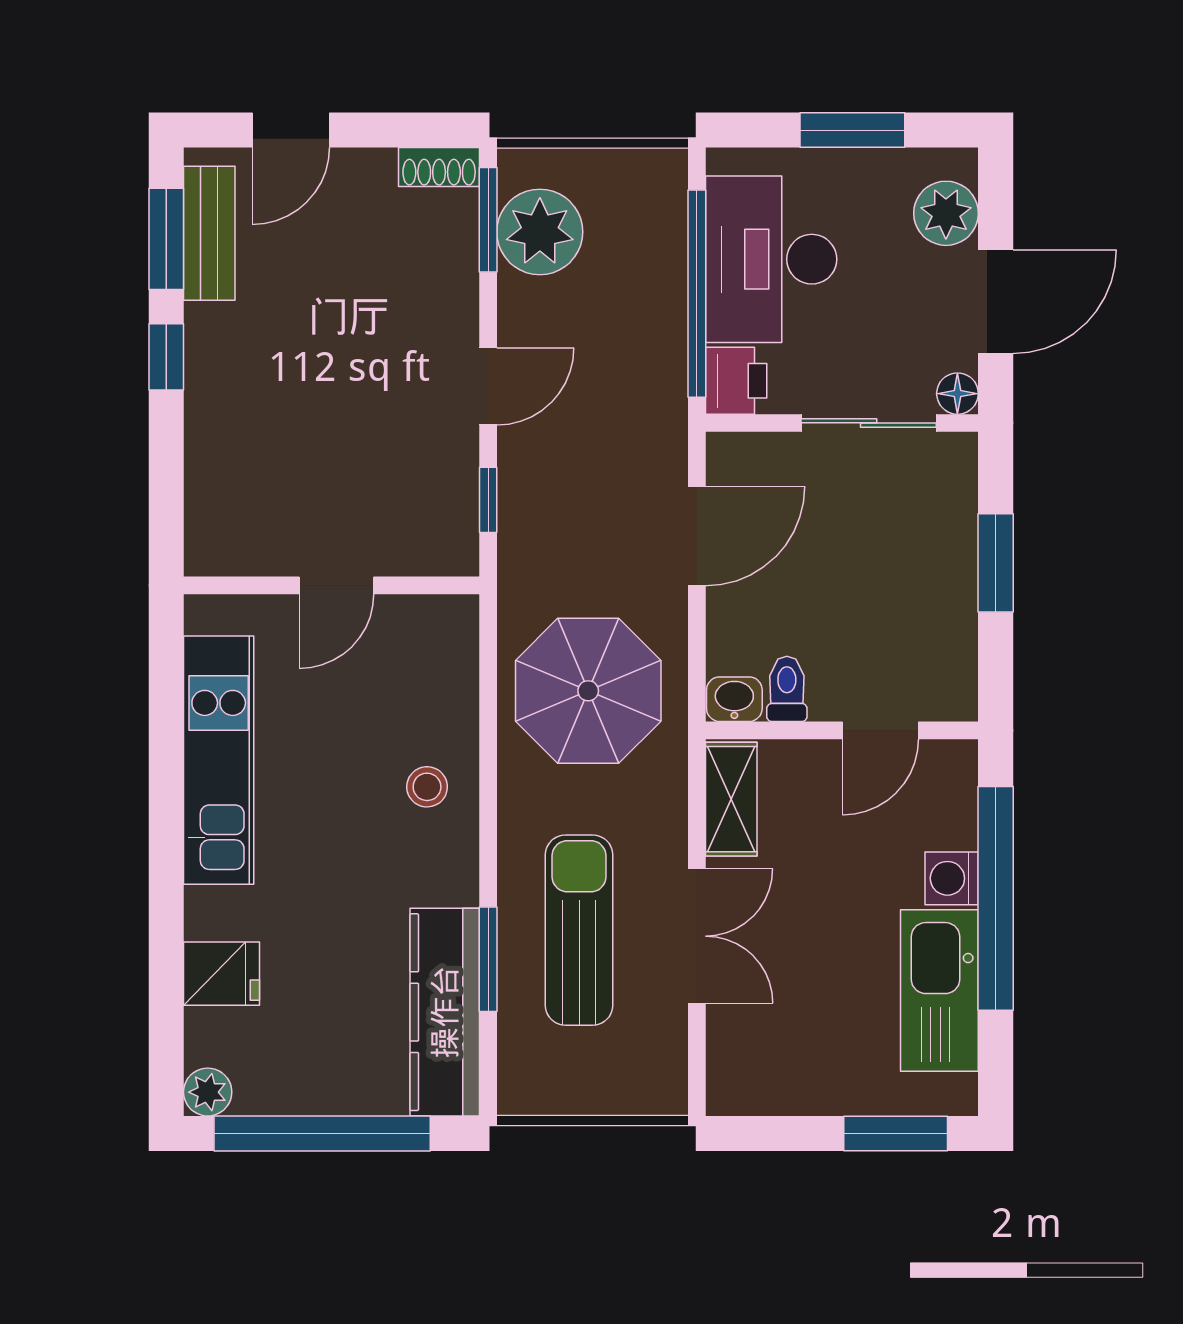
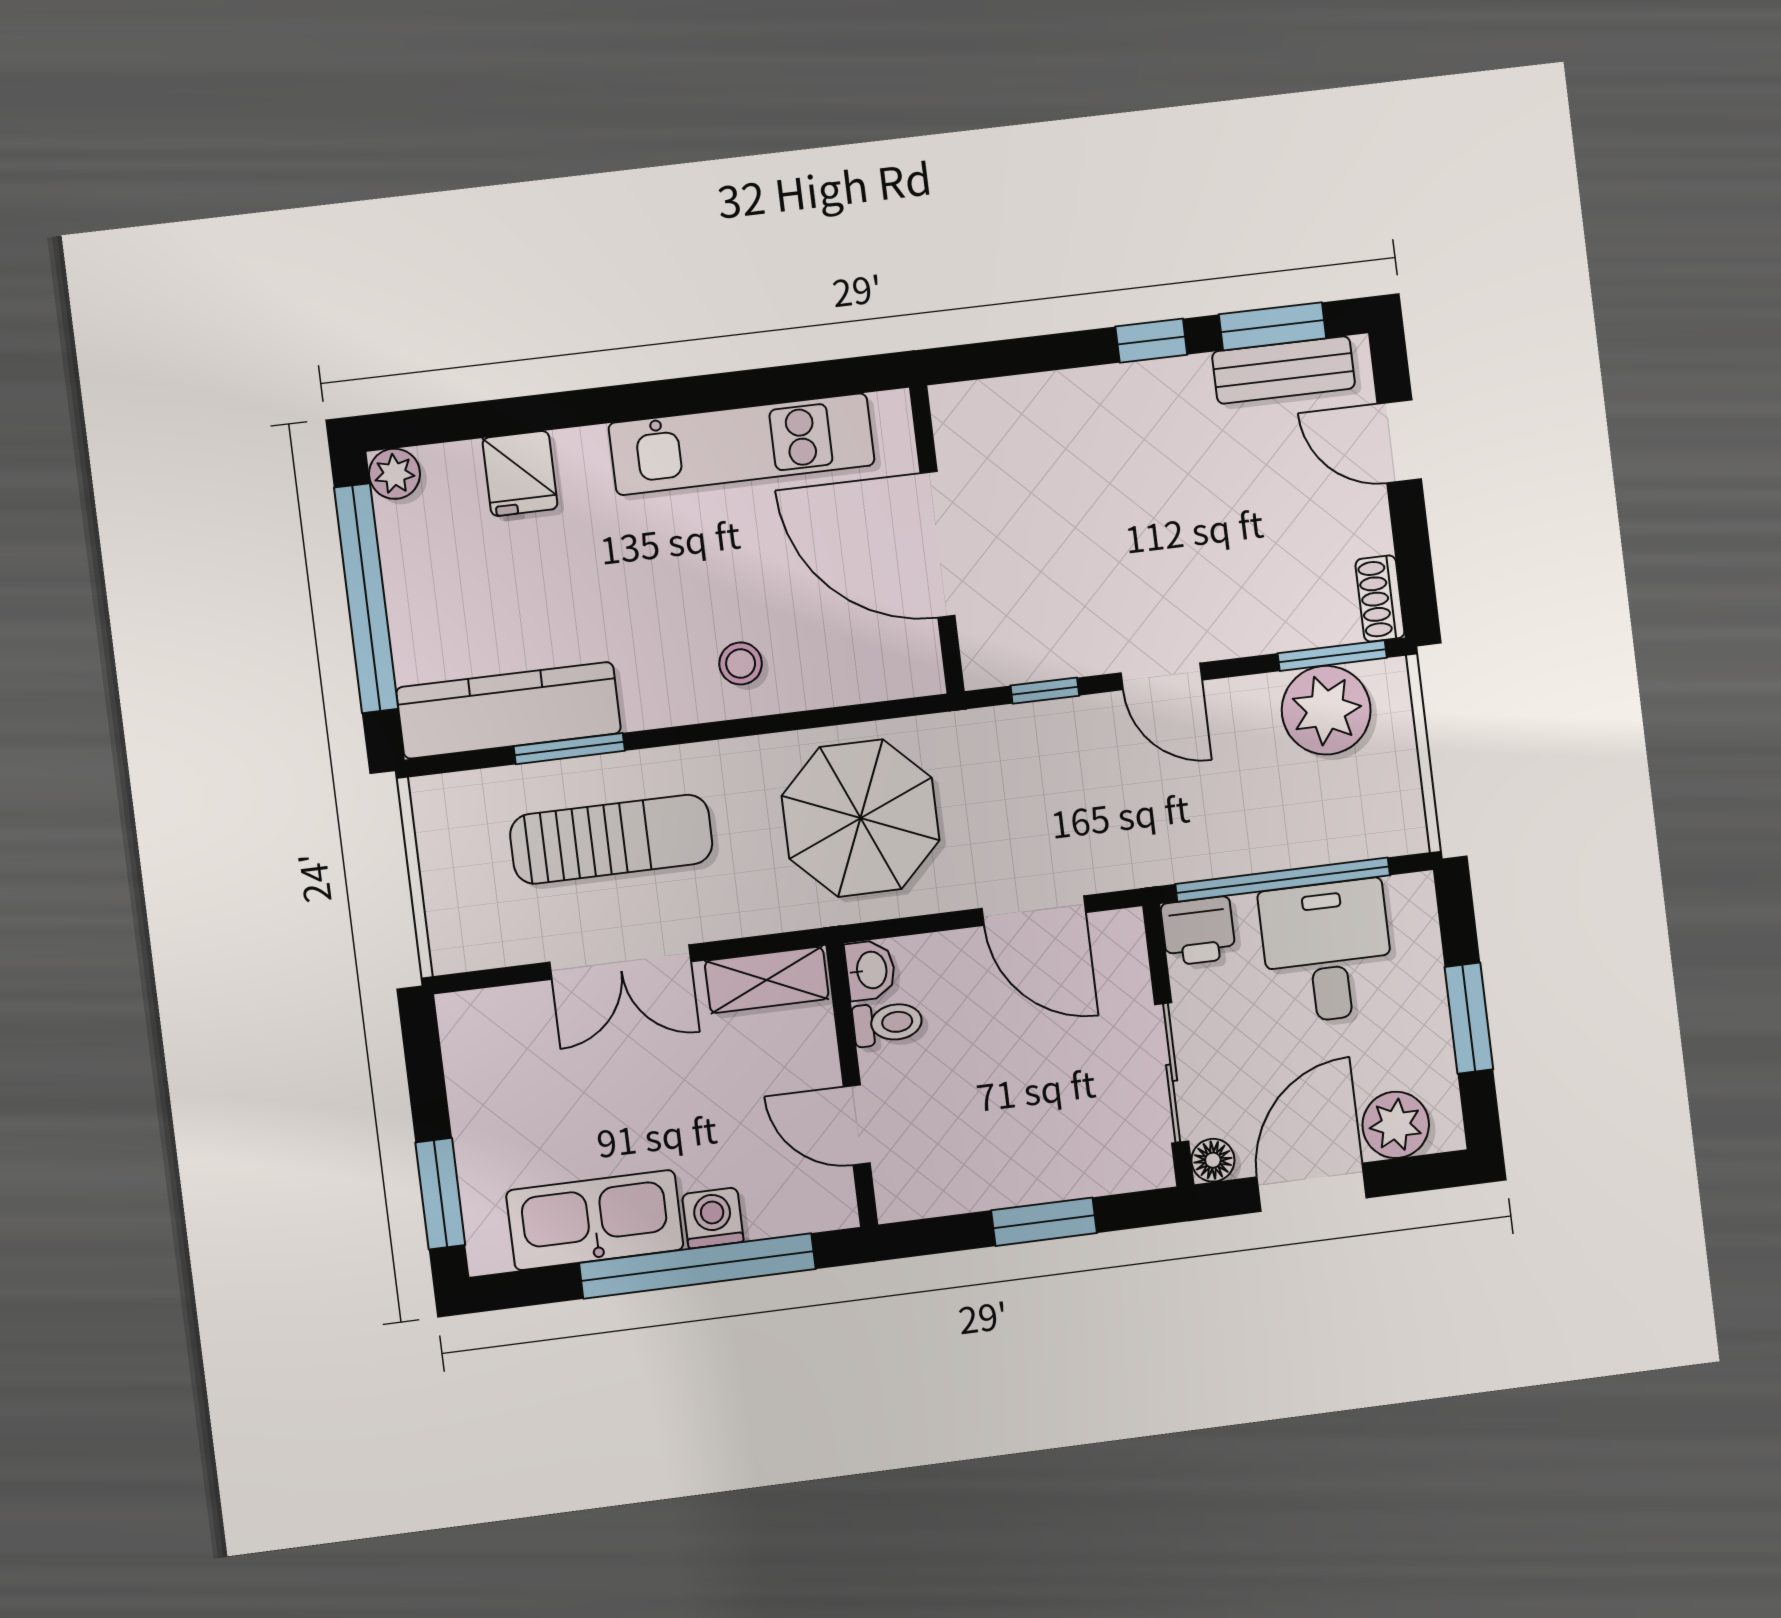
desk: (771, 259) -> (1327, 951), width x0.73
door: (996, 302) -> (1312, 1187), swing flipped
door: (336, 585) -> (937, 545), width x1.87

